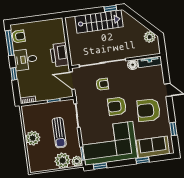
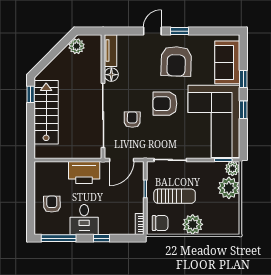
armchair: (19, 36) -> (52, 204), moved
armchair: (117, 106) -> (165, 104), turned 90
chair: (31, 115) -> (160, 223), added
window: (173, 129) -> (179, 31), moved
sun lounger: (59, 133) -> (175, 196), moved
window: (100, 166) -> (243, 110), moved

